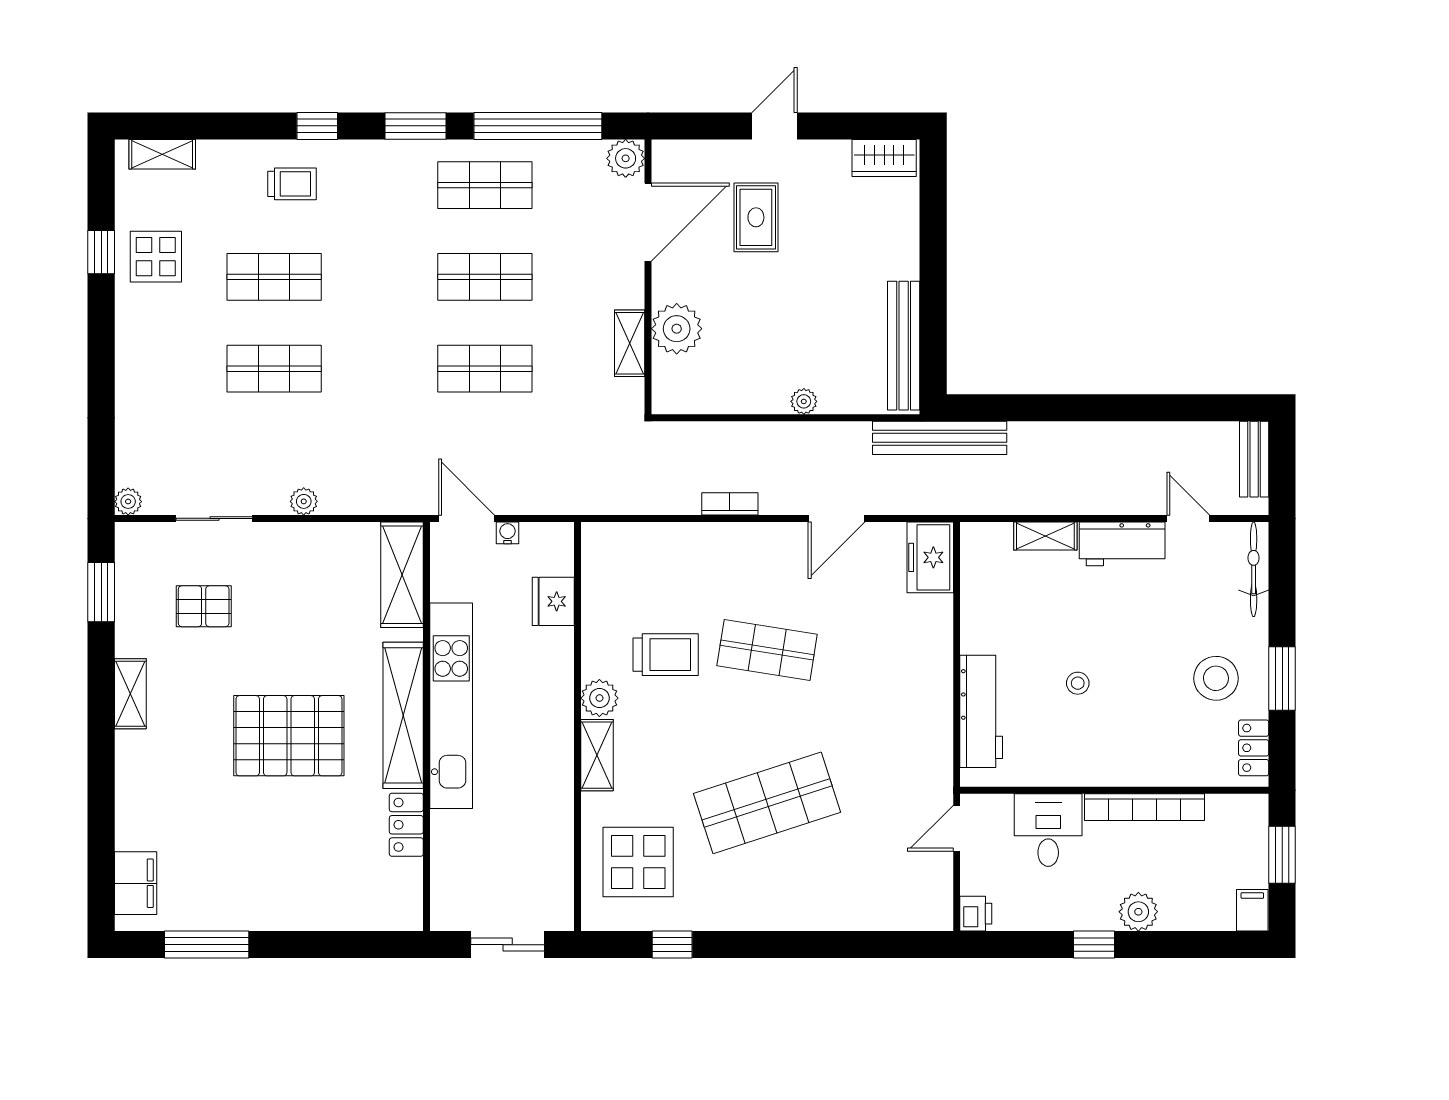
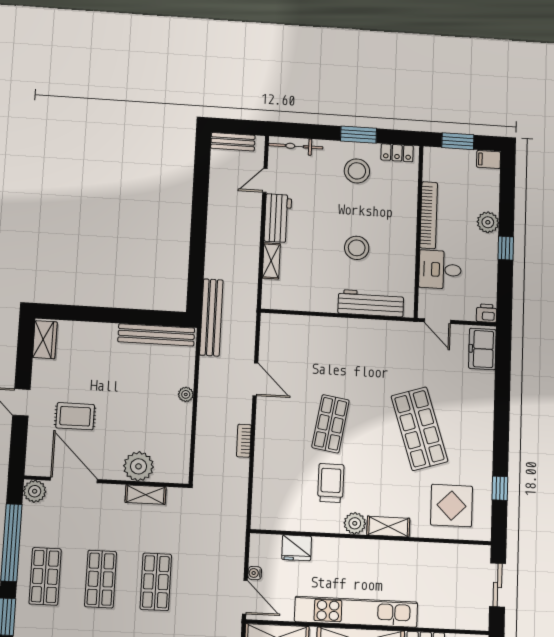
door: (467, 518) -> (245, 597), swing flipped
freezer: (930, 557) -> (482, 349), moved, turned 90
stool: (1078, 683) -> (357, 248), width x1.89, depth x1.89

